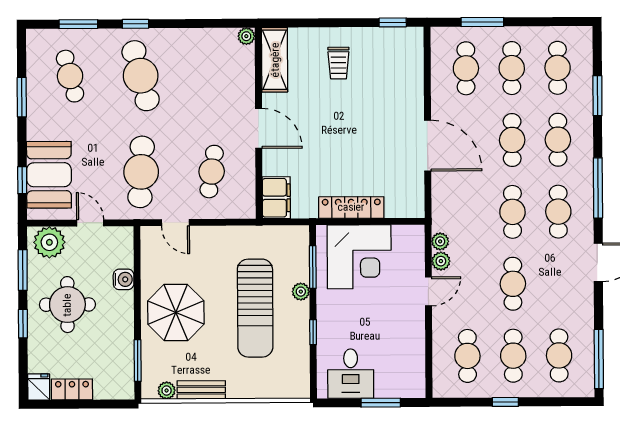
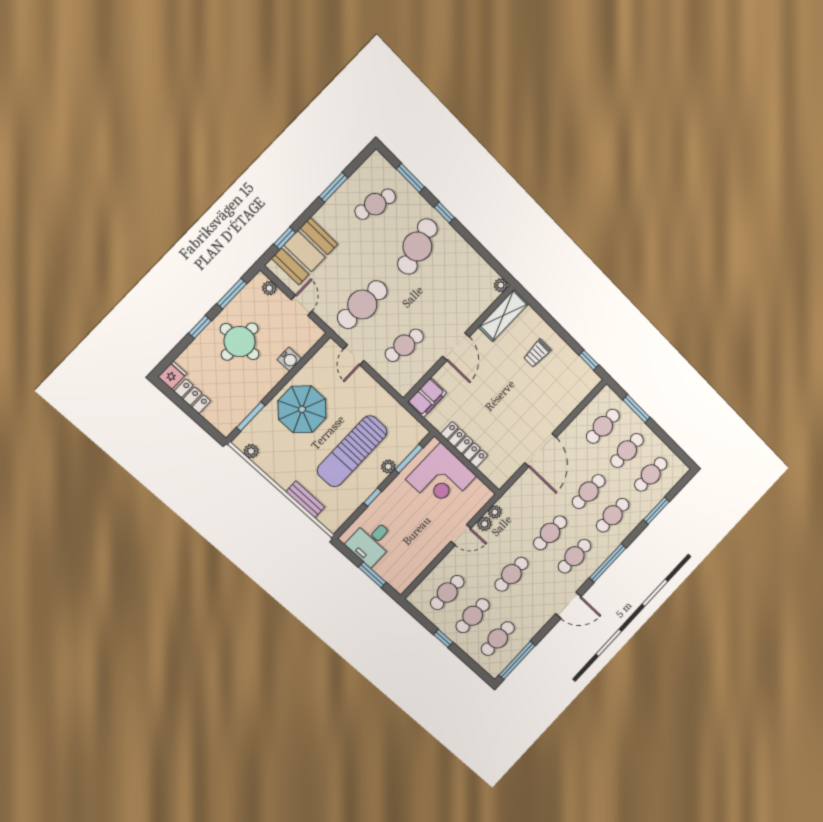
cafe table: (70, 76) -> (375, 204), turned 30
plant: (49, 242) -> (269, 288), width x0.53, depth x0.53
bench: (201, 390) -> (305, 499), moved

